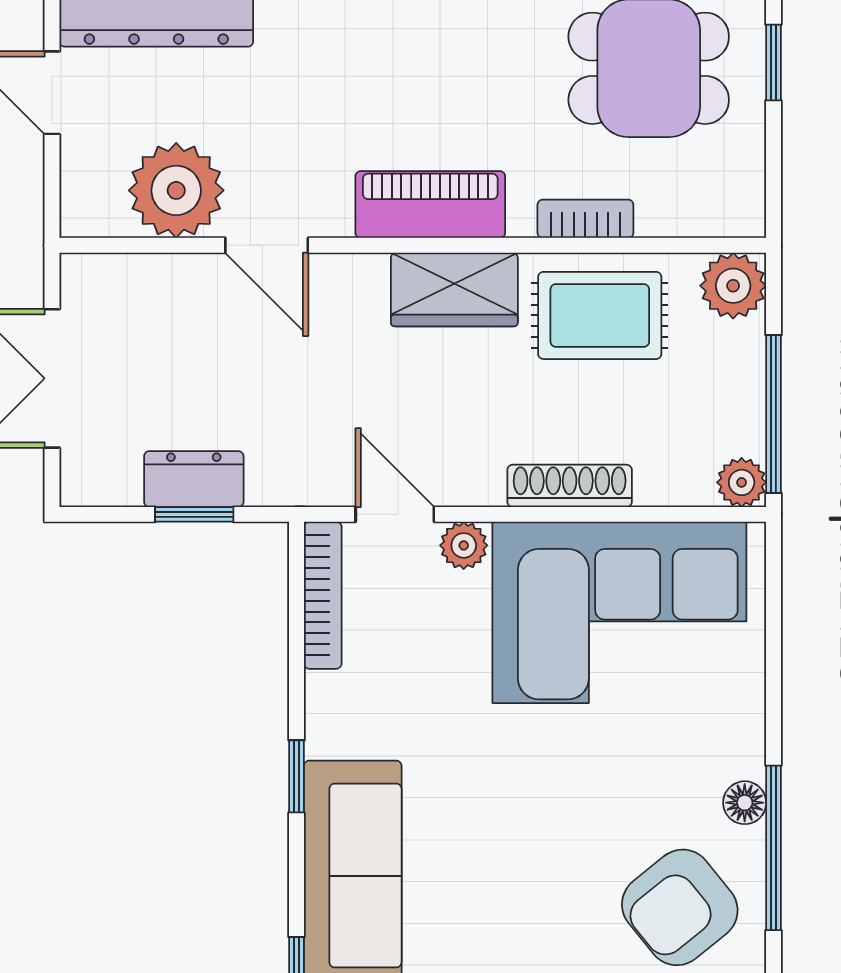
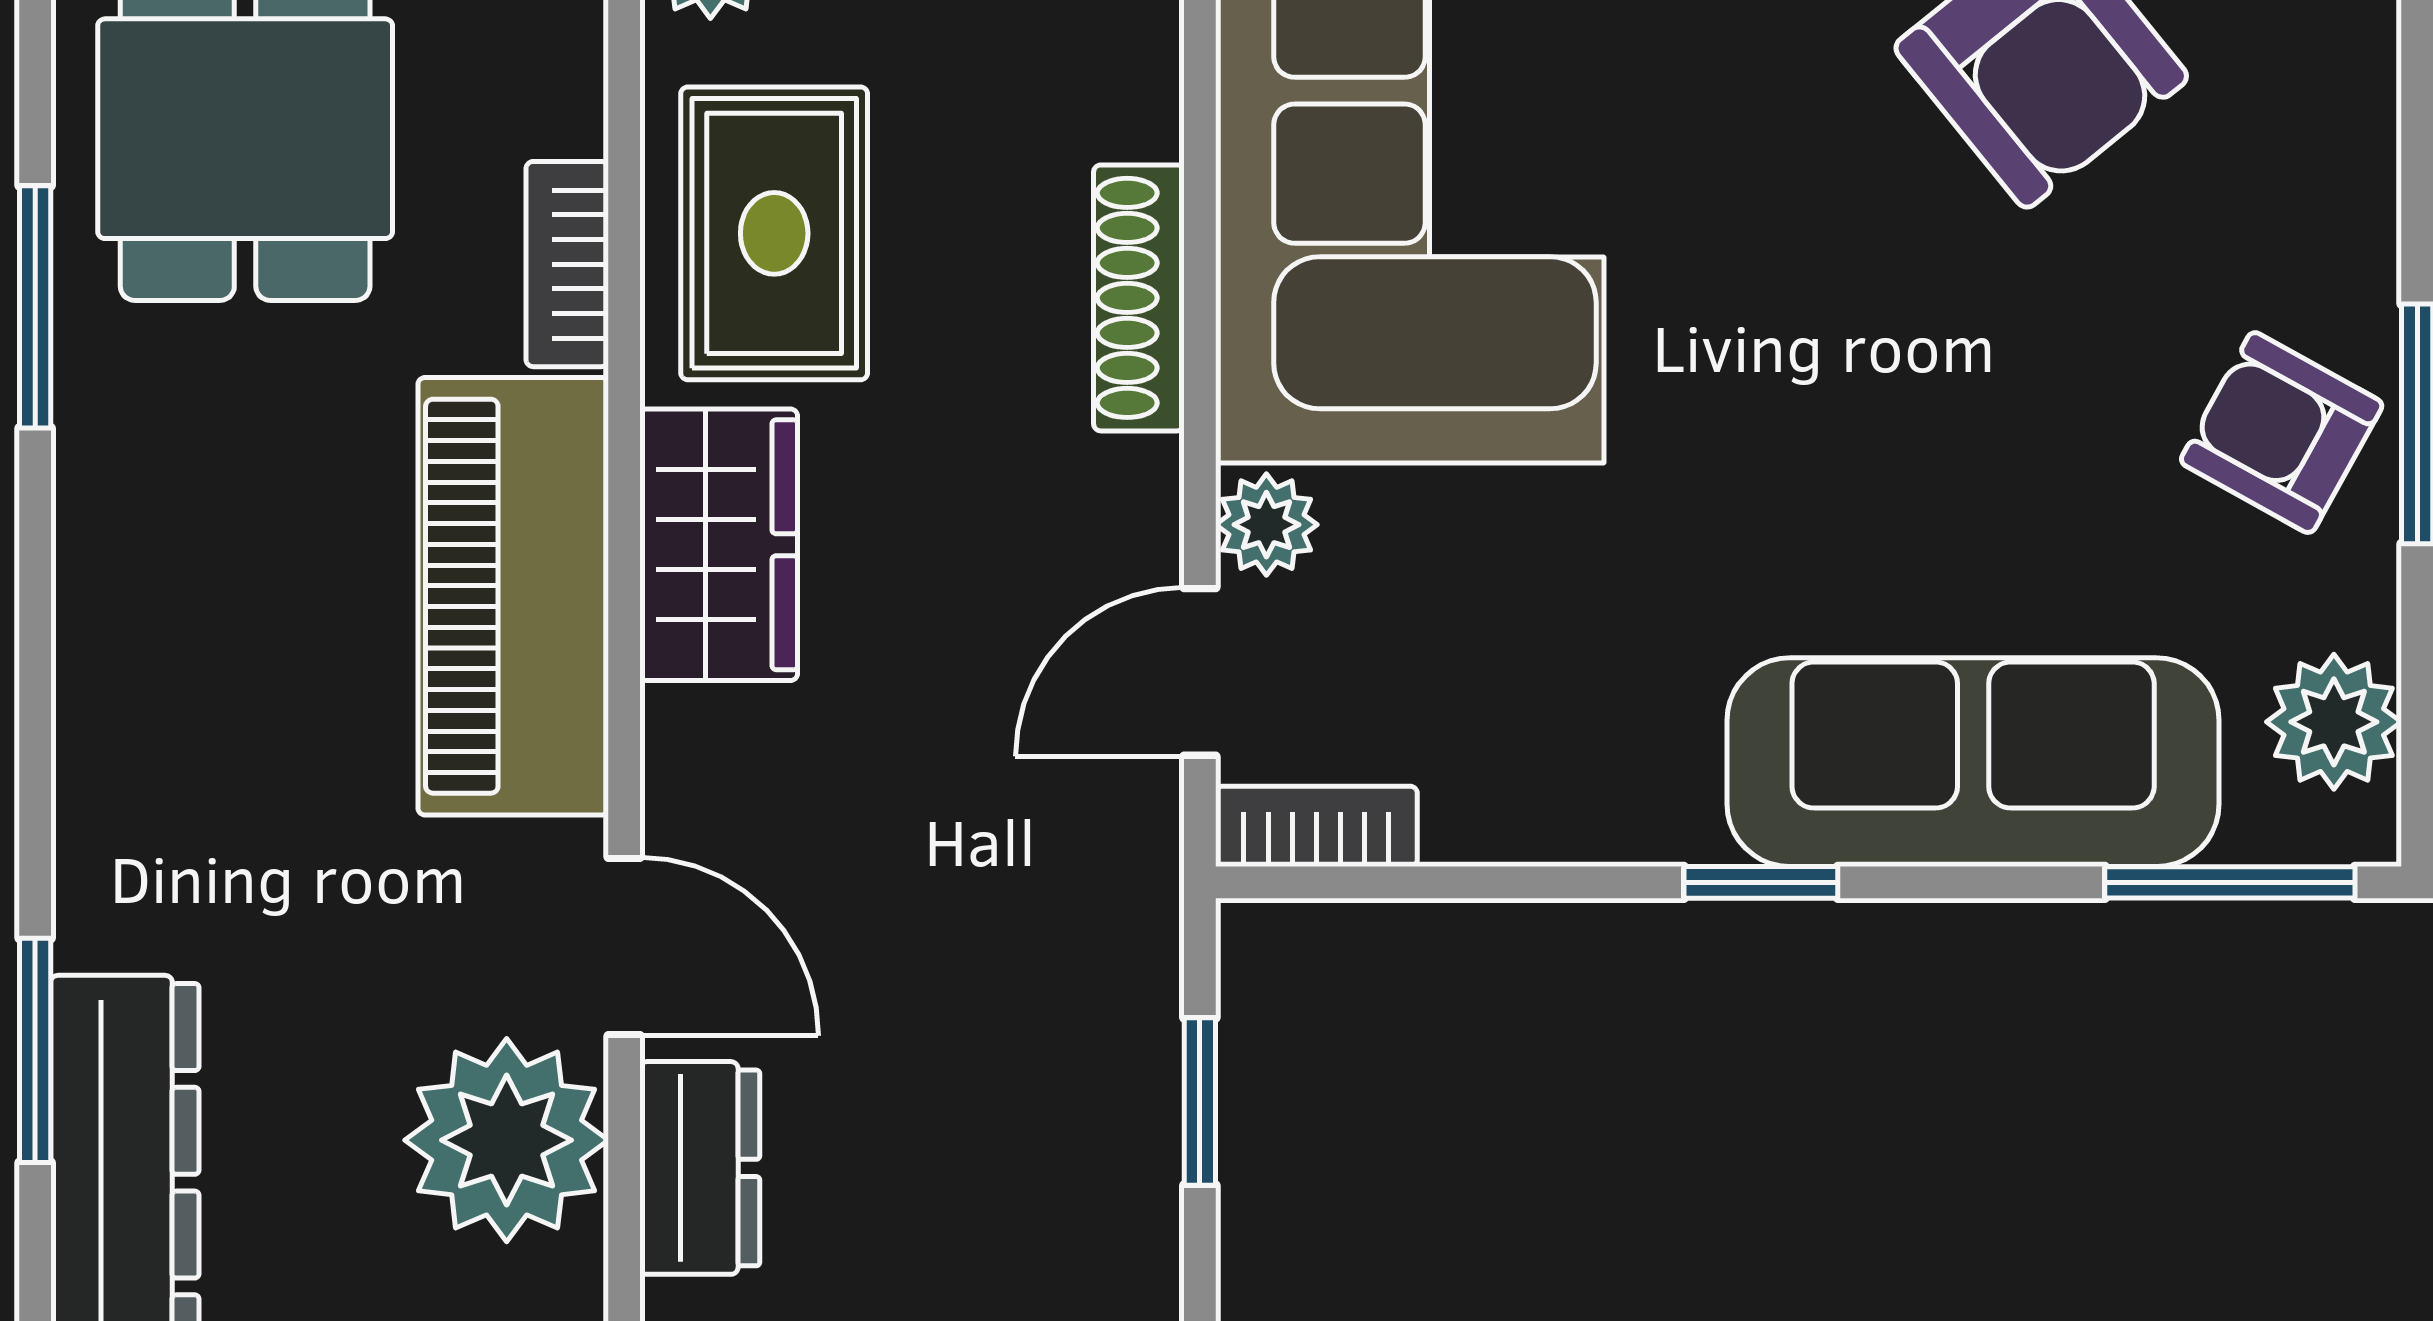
piano: (430, 205) -> (513, 596), width x1.37, depth x1.33
door: (267, 245) -> (624, 946), hinge flipped
dresser: (194, 479) -> (700, 1168), moved, turned 180
bookcase: (323, 595) -> (1316, 826), width x0.64

